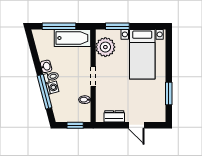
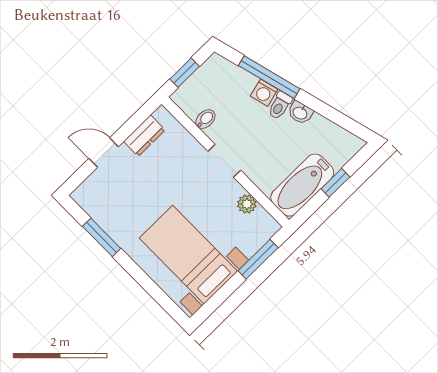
window: (59, 26) -> (335, 183), width x0.46
plant: (105, 47) -> (247, 204), width x0.53, depth x0.53

